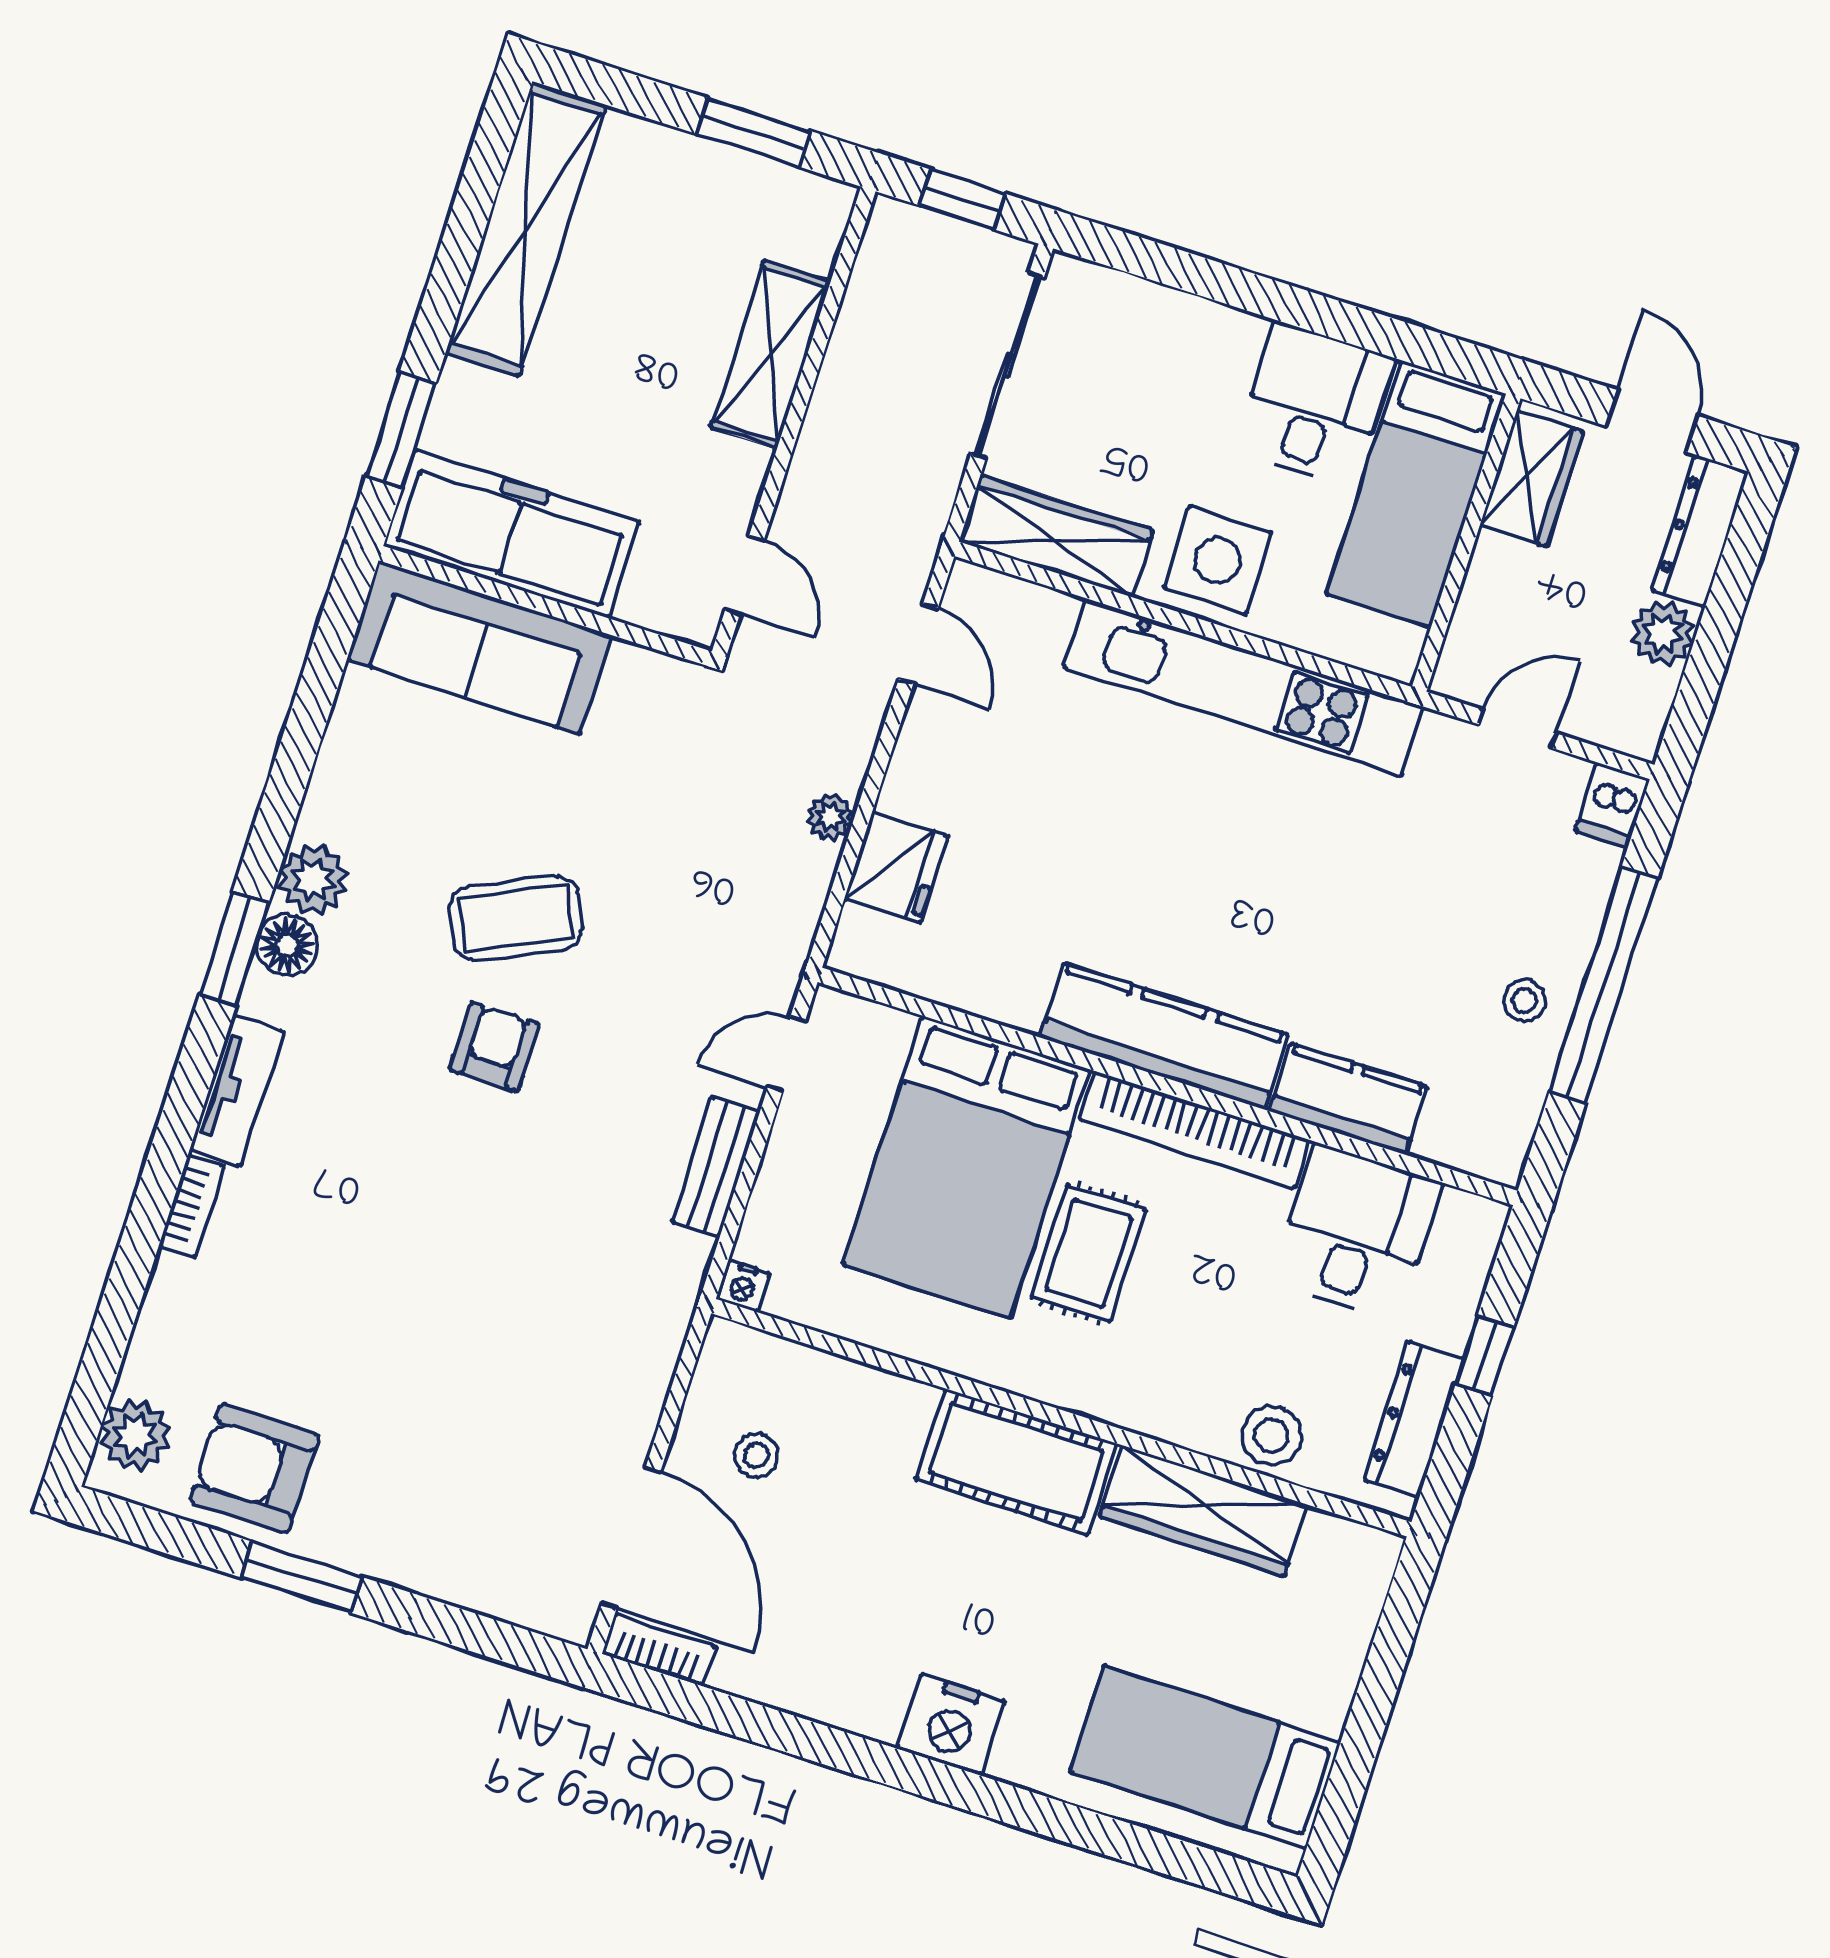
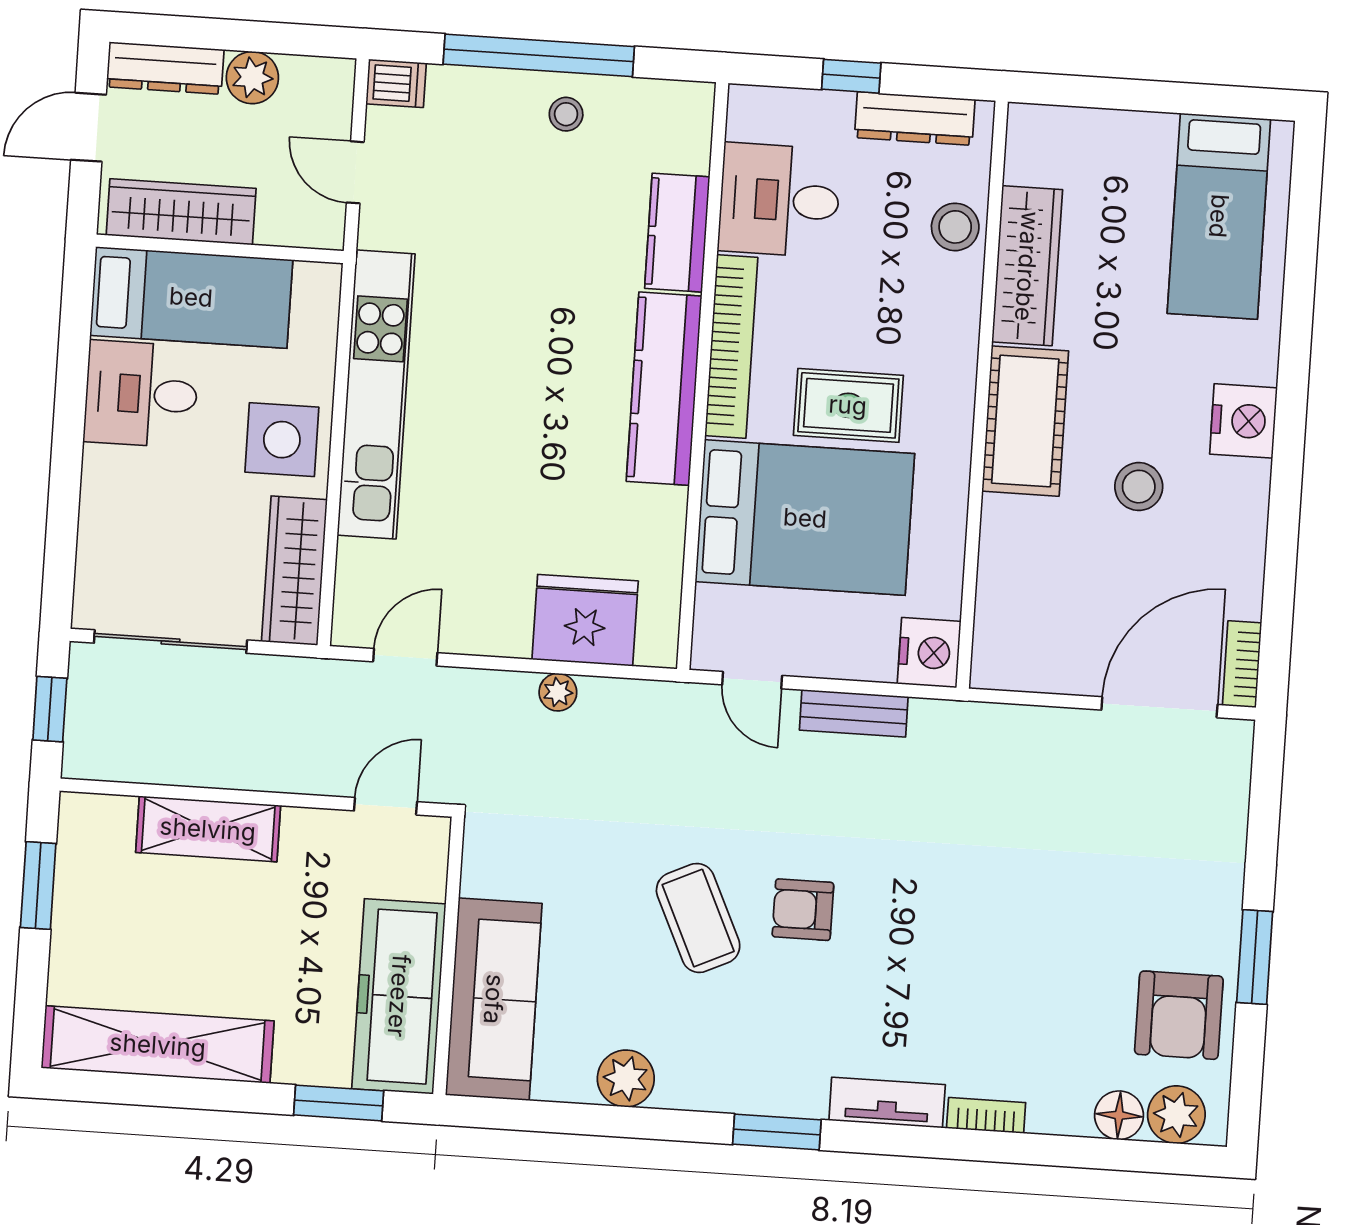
wardrobe: (1532, 478) -> (181, 212), width x1.50
fridge: (896, 867) -> (585, 620), width x1.36, depth x1.34
plant: (313, 879) -> (626, 1078), moved
floor lamp: (287, 945) -> (1119, 1115), moved
nightstand: (743, 1286) -> (929, 653), width x1.89, depth x1.79
stool: (756, 1455) -> (1139, 487), moved, width x1.37, depth x1.37

